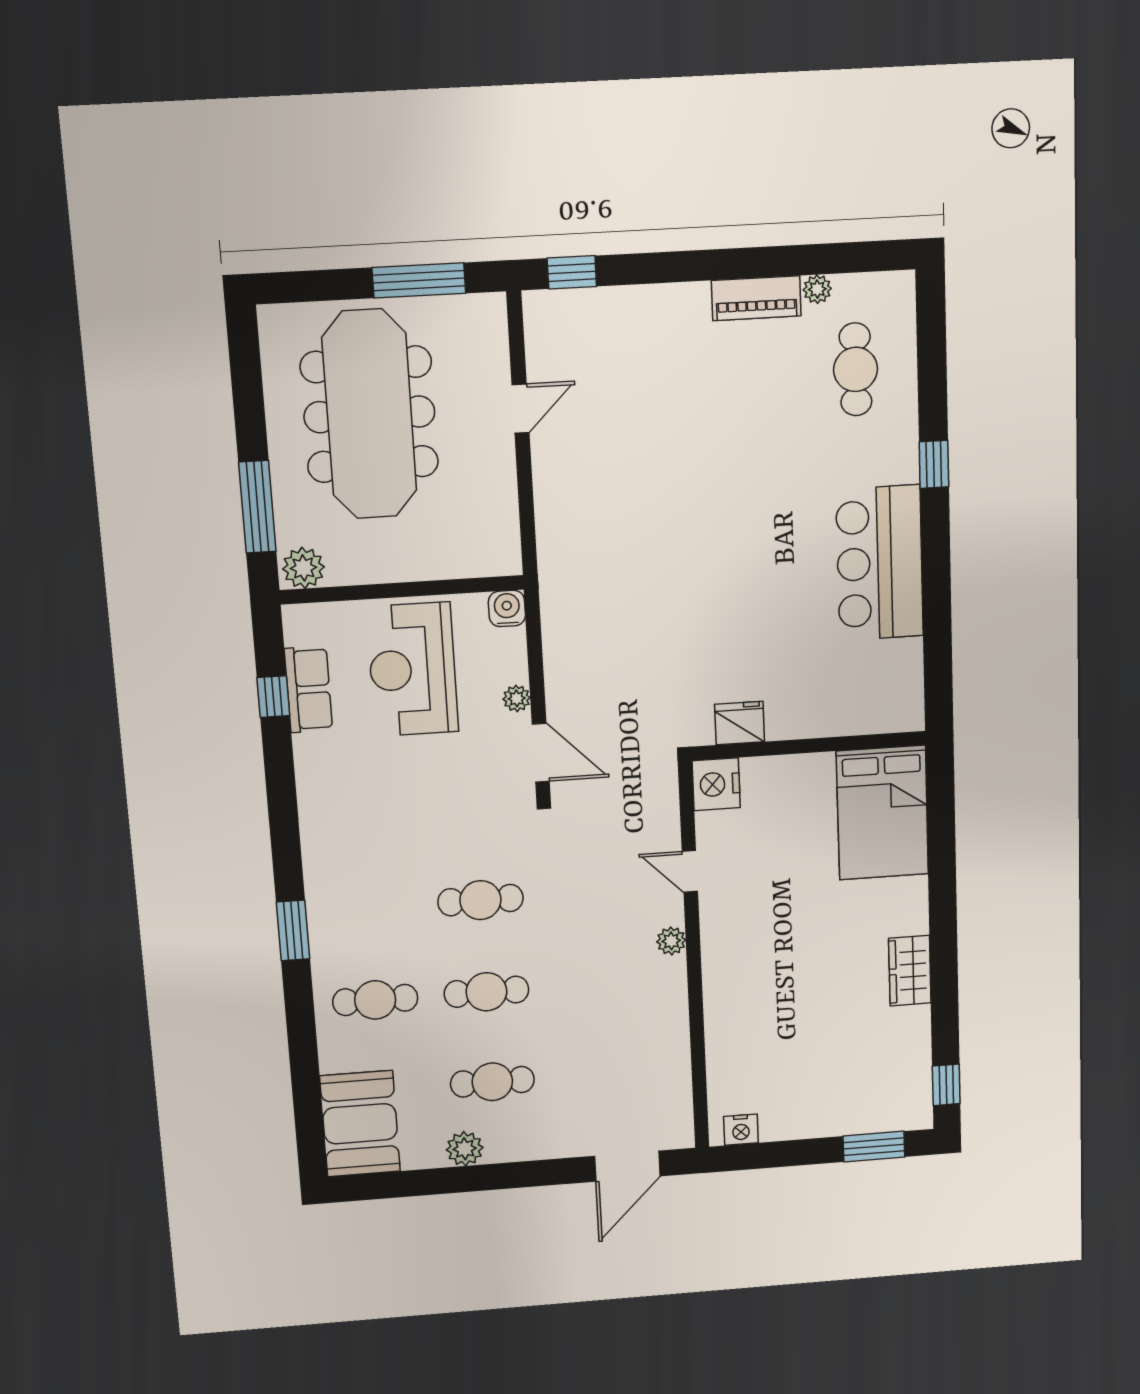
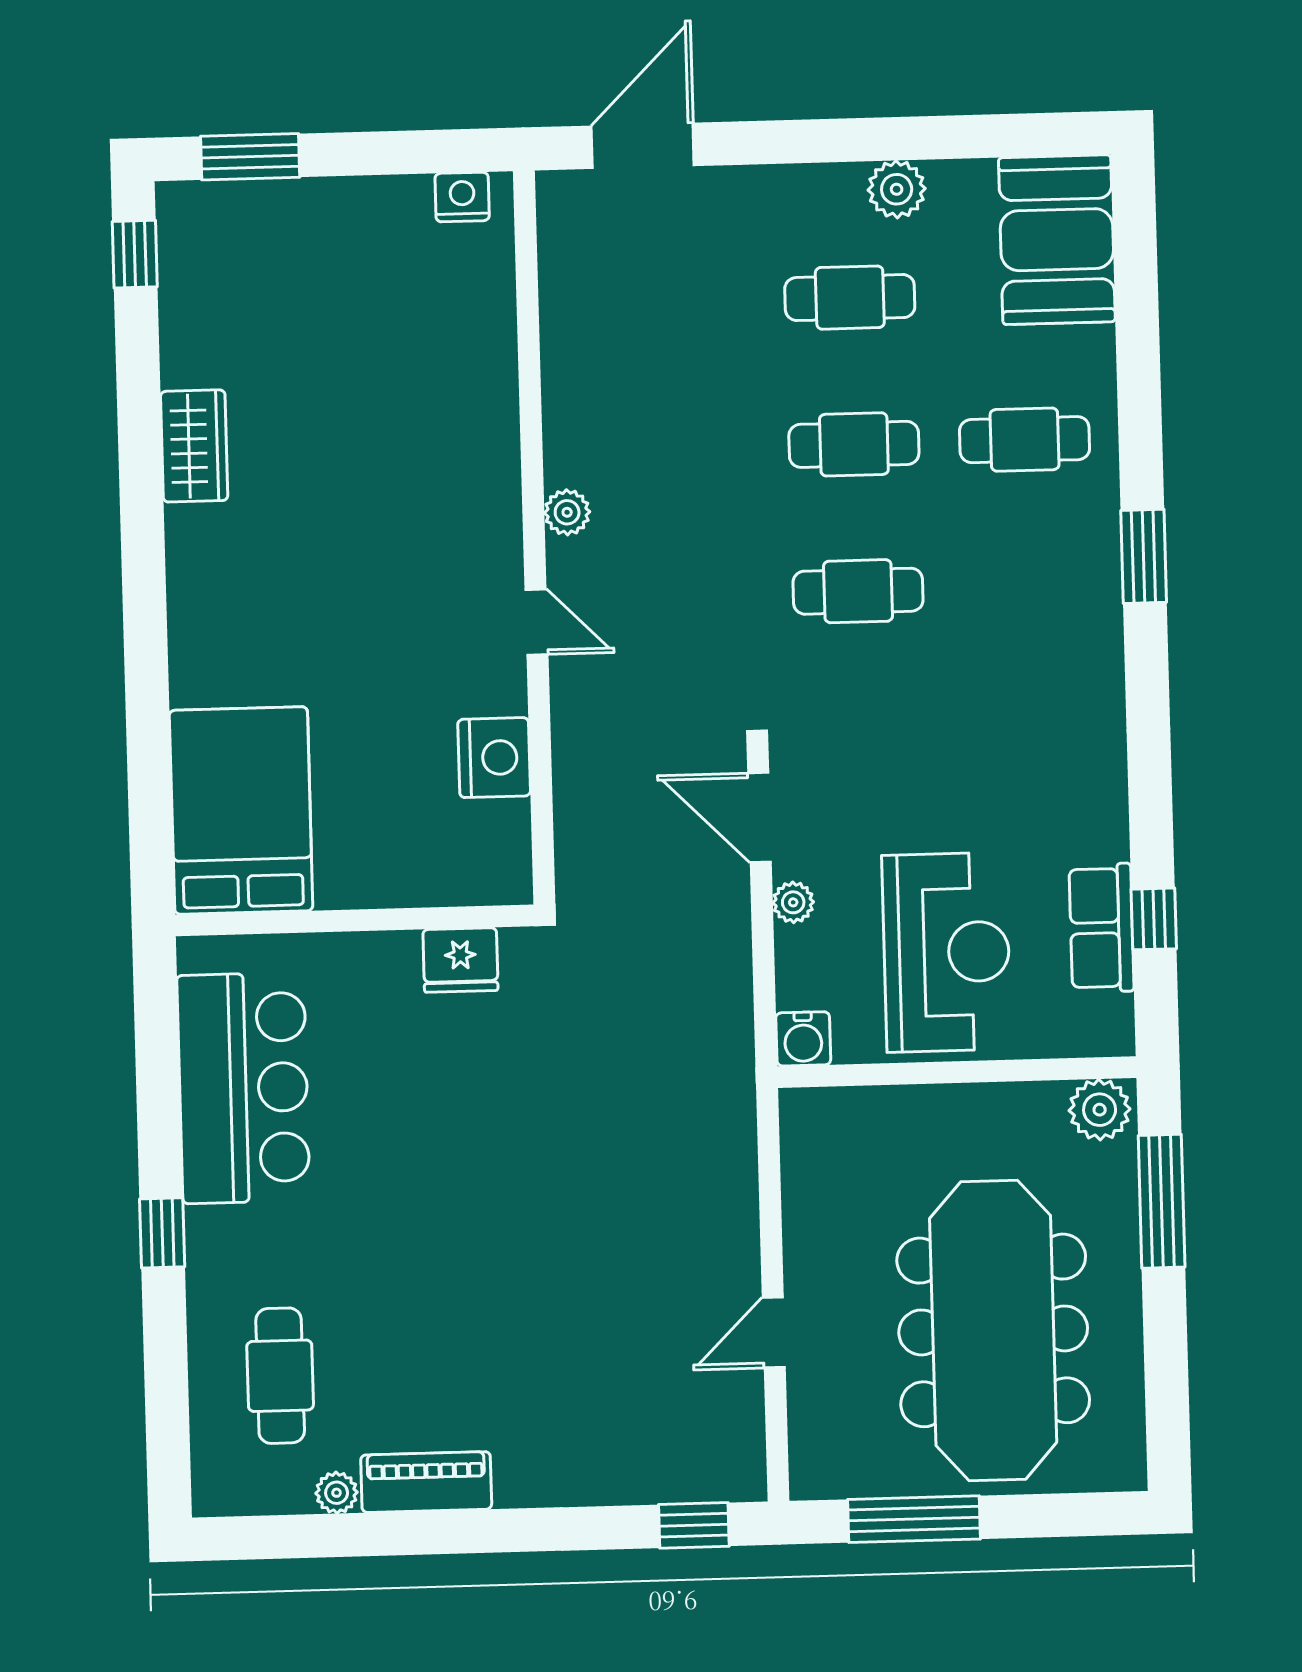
fridge: (740, 723) -> (460, 960), moved
wall: (809, 746) -> (355, 920), moved
bed: (882, 813) -> (241, 811), moved

